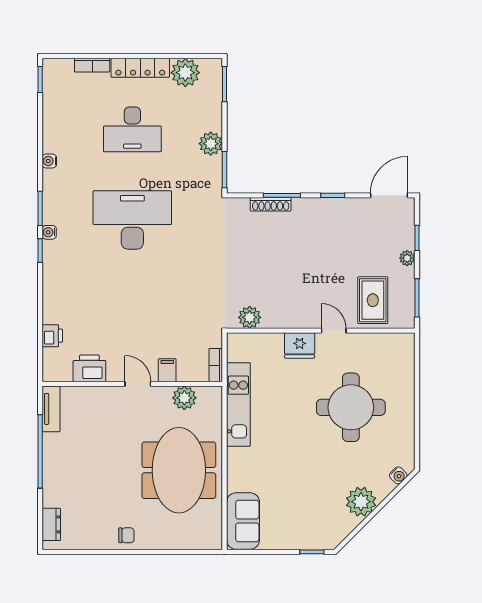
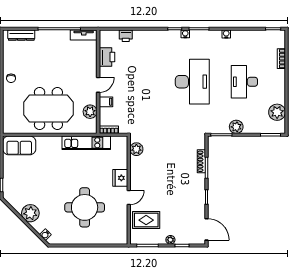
locker: (140, 68) -> (280, 86), removed
dresser: (51, 524) -> (21, 35), width x1.44

